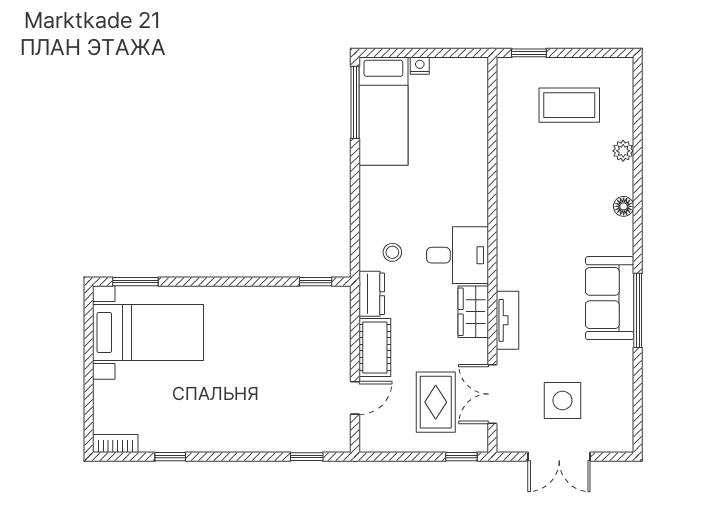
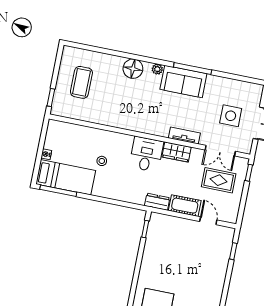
plant: (623, 151) -> (157, 69), moved
floor lamp: (624, 206) -> (133, 69), width x1.89, depth x1.89
stool: (392, 252) -> (102, 161), moved

